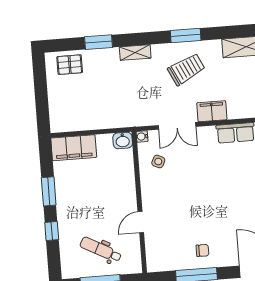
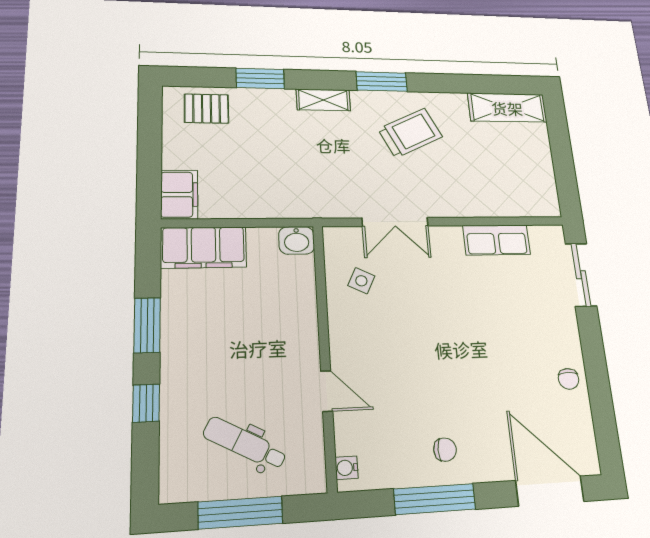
window: (186, 35) -> (382, 82), moved
filing cabinet: (212, 111) -> (179, 195), moved, turned 90
water cooler: (142, 136) -> (347, 468), moved
door: (141, 222) -> (327, 391), swing flipped

